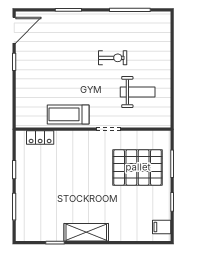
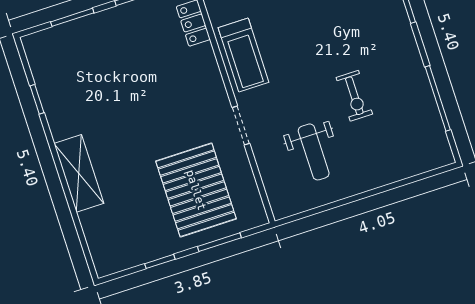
treadmill: (68, 114) -> (243, 55), turned 180
filing cabinet: (162, 227) -> (115, 258), removed
shelving: (86, 232) -> (79, 173), moved

